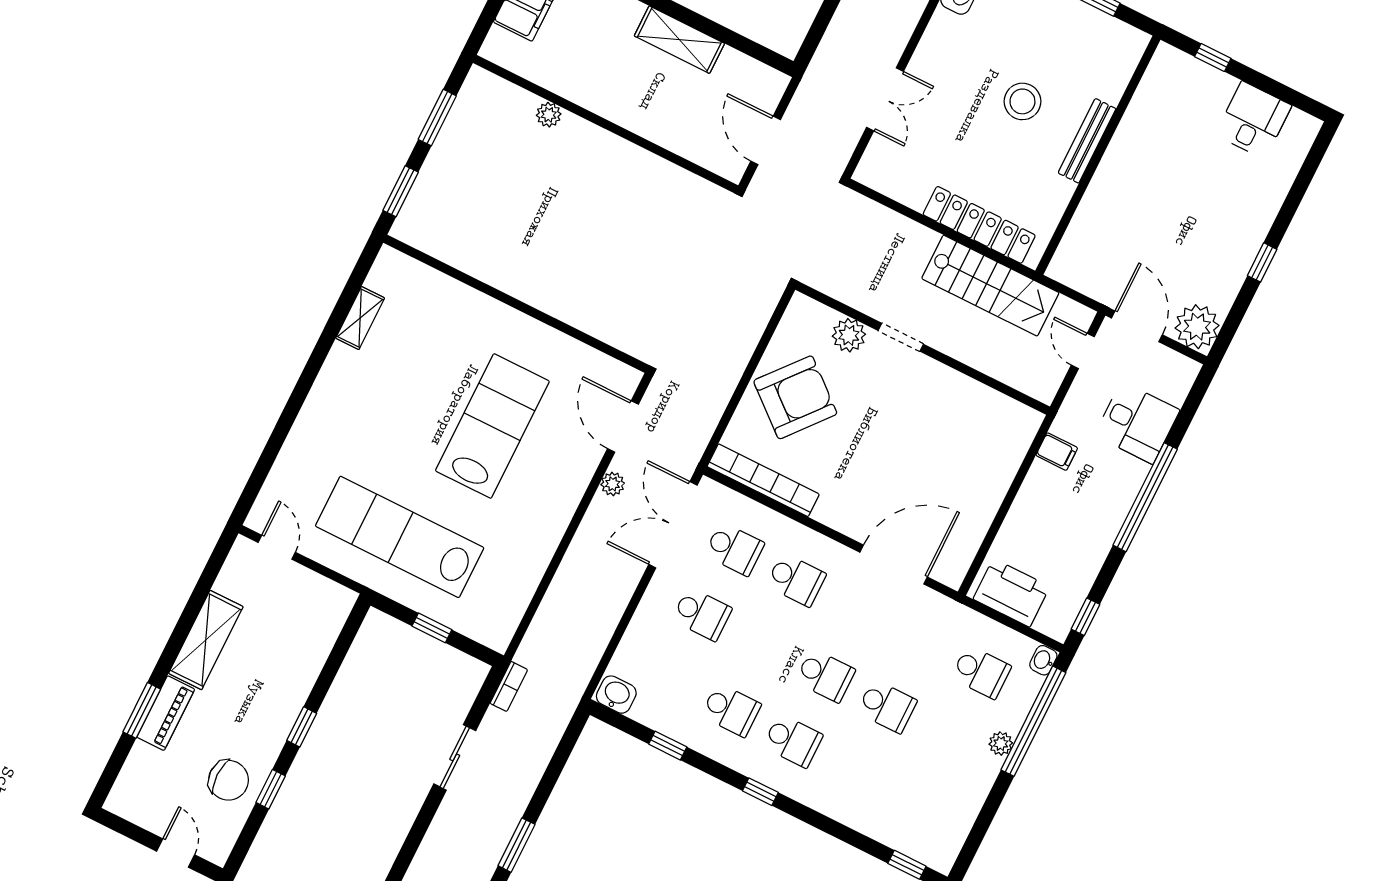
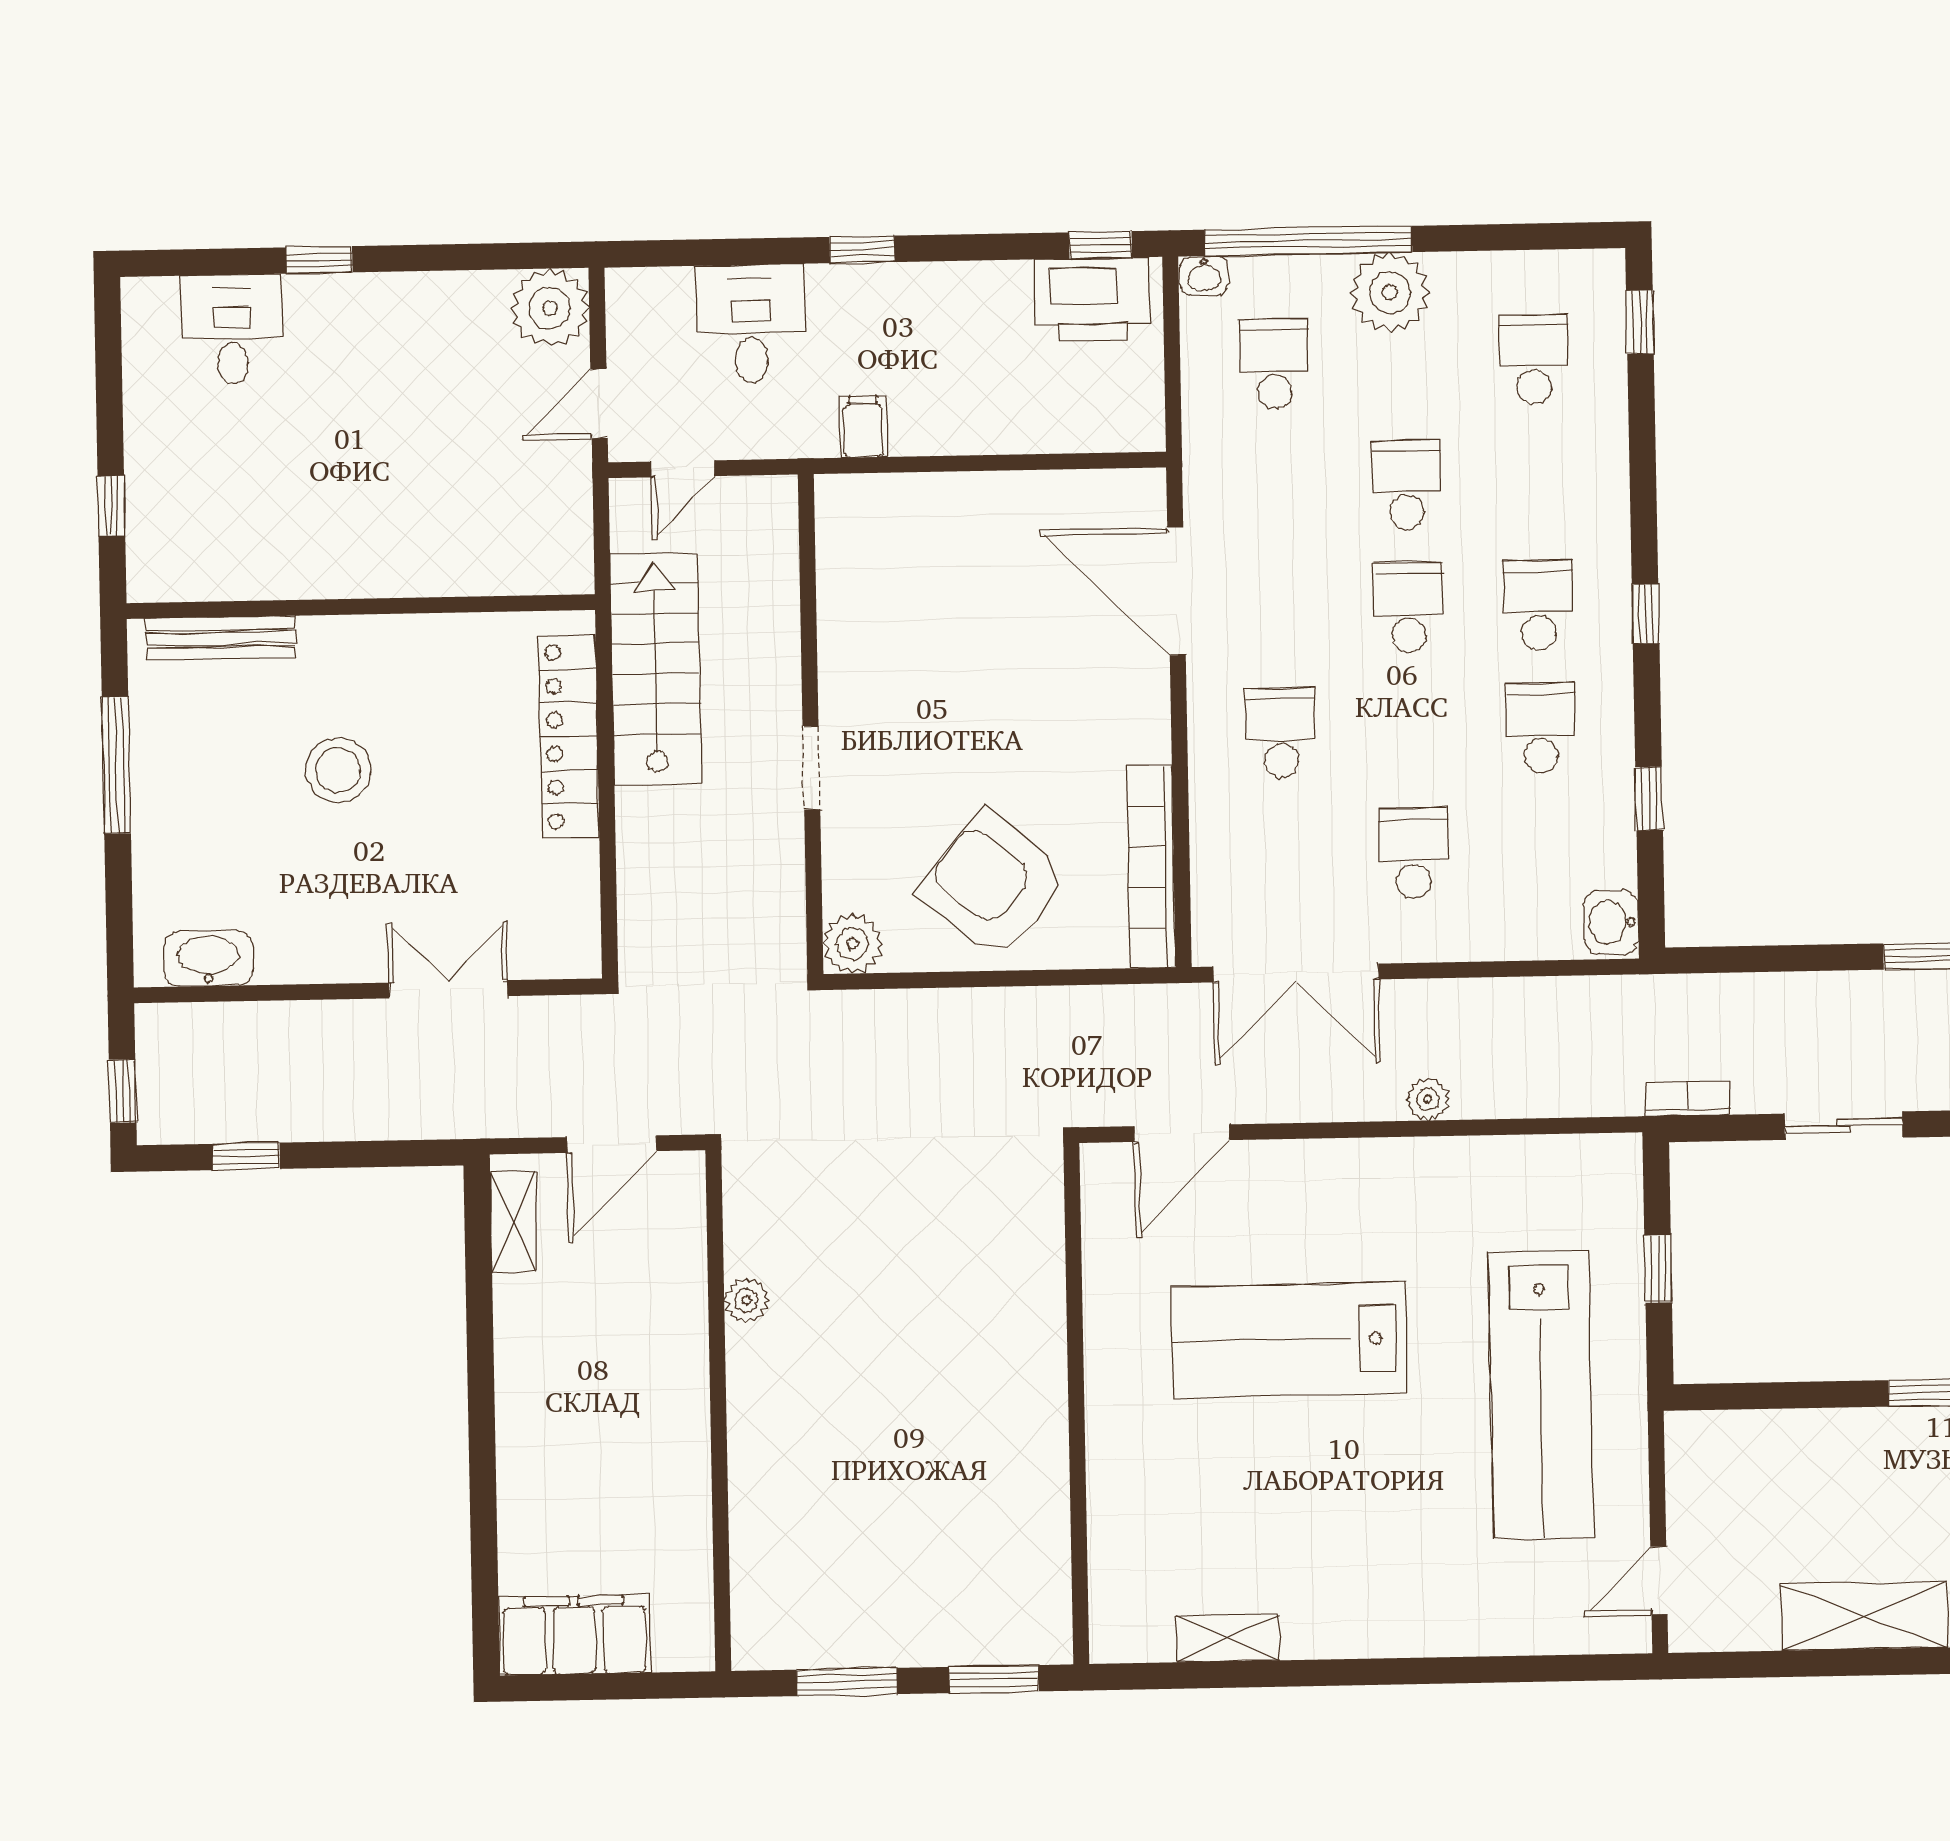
shelving: (679, 40) -> (514, 1222), moved, width x0.67, depth x0.75
plant: (549, 115) -> (746, 1300), moved
desk: (1253, 120) -> (232, 329), moved, turned 90
bench: (1087, 141) -> (221, 638), moved
window: (1262, 262) -> (319, 260), moved
door: (1137, 326) -> (599, 404), width x0.73
plant: (849, 335) -> (853, 944), moved
plant: (613, 484) -> (1428, 1099), moved
window: (1145, 497) -> (862, 249), width x0.32
school desk: (734, 549) -> (1534, 359), moved
printer: (1012, 593) -> (1093, 299), moved, turned -90
plant: (1001, 744) -> (1390, 292), width x1.88, depth x1.88

